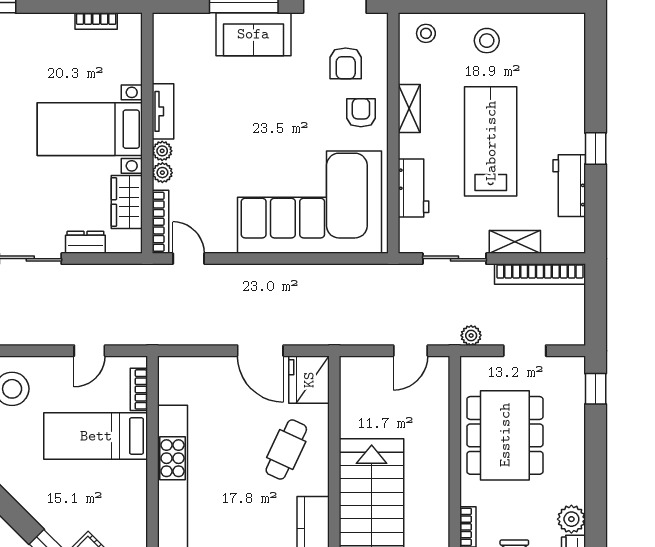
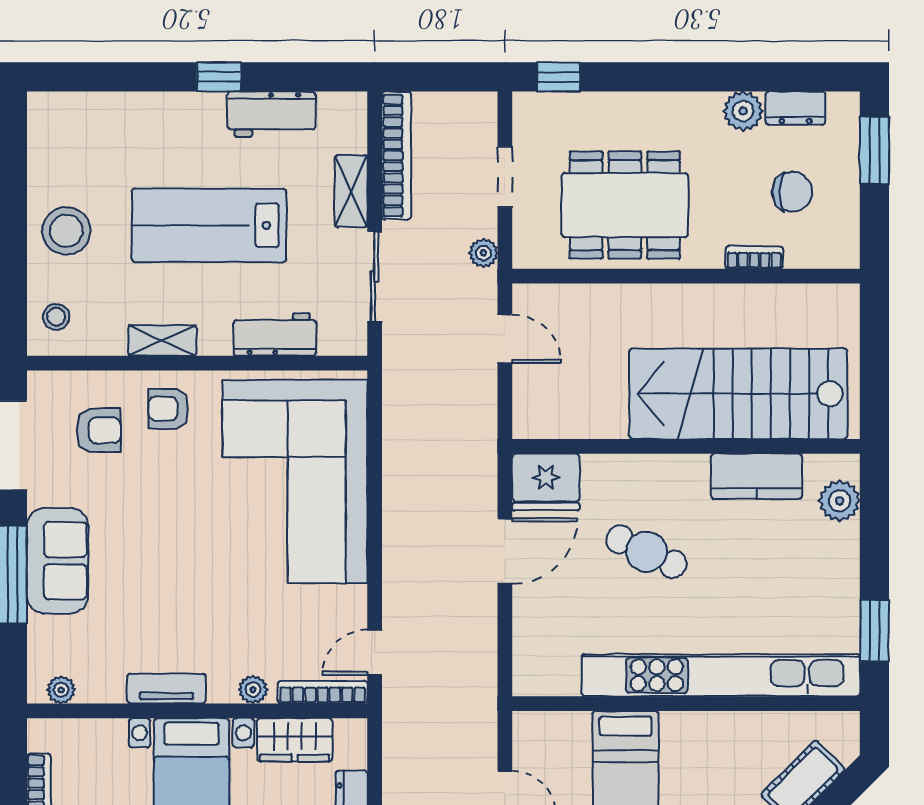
stool: (487, 41) -> (66, 231), width x1.38, depth x1.38
plant: (162, 151) -> (61, 690), moved
bookcase: (139, 389) -> (560, 723), removed
cafe table: (286, 450) -> (646, 552), moved

